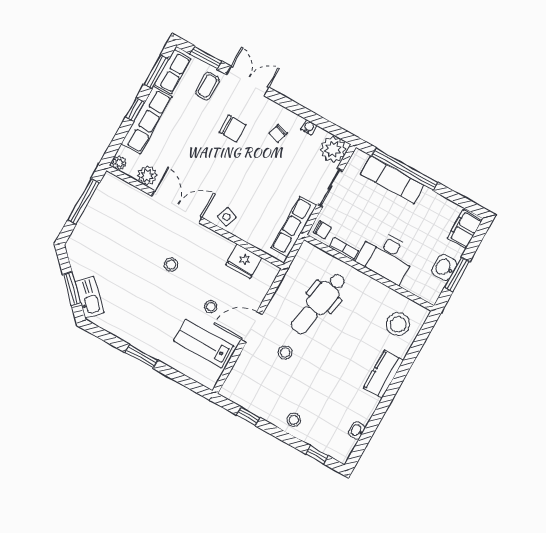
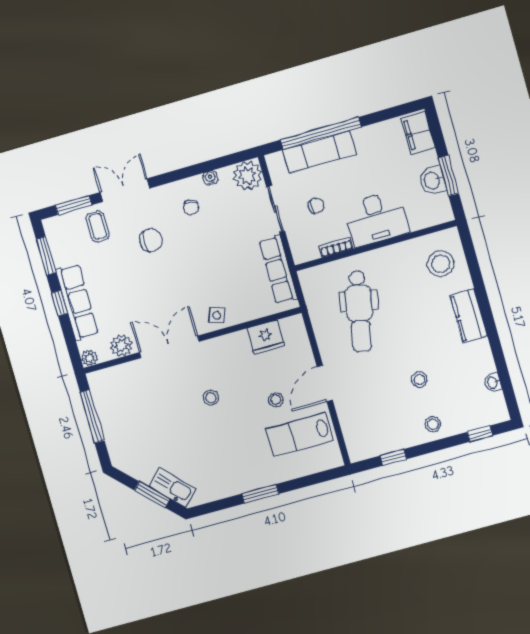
row of seats: (173, 72) -> (59, 243), removed
chair: (322, 230) -> (316, 206), moved
stool: (285, 353) -> (419, 379), moved

